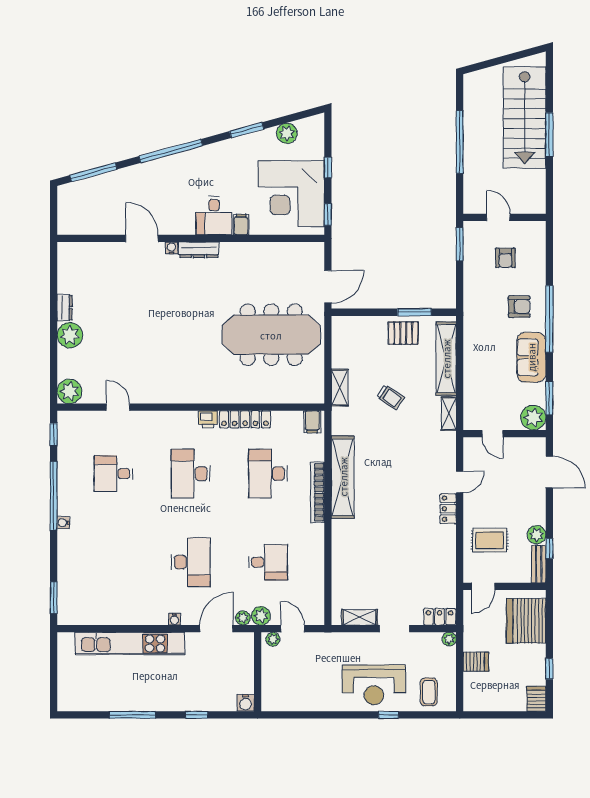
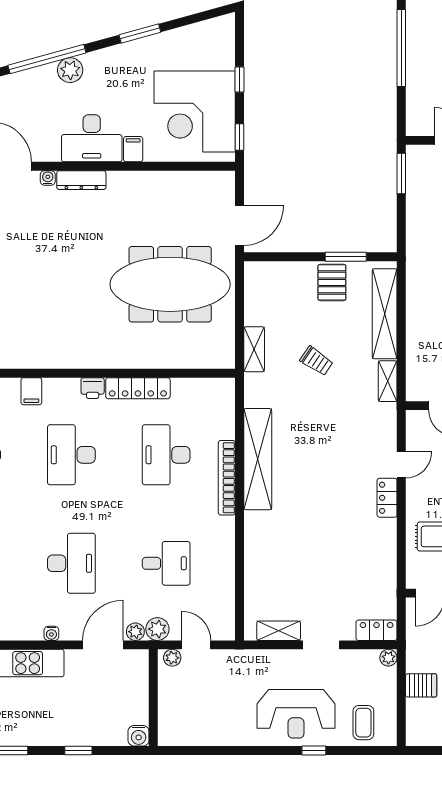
plant: (287, 133) -> (70, 70), moved
desk: (214, 216) -> (92, 138), width x1.37
pallet: (403, 333) -> (332, 282), turned 90
filing cabinet: (312, 422) -> (31, 391), moved

